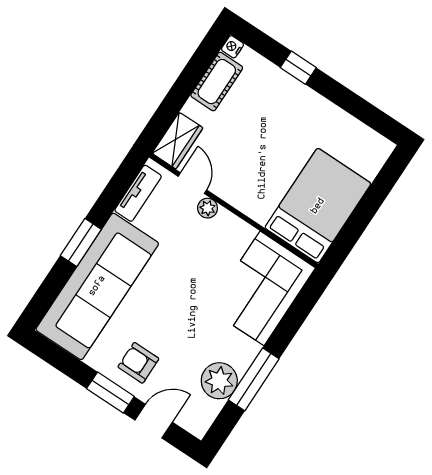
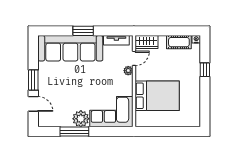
bed: (318, 206) -> (157, 96), moved
armchair: (138, 363) -> (52, 83), removed
plant: (219, 381) -> (81, 119), moved

